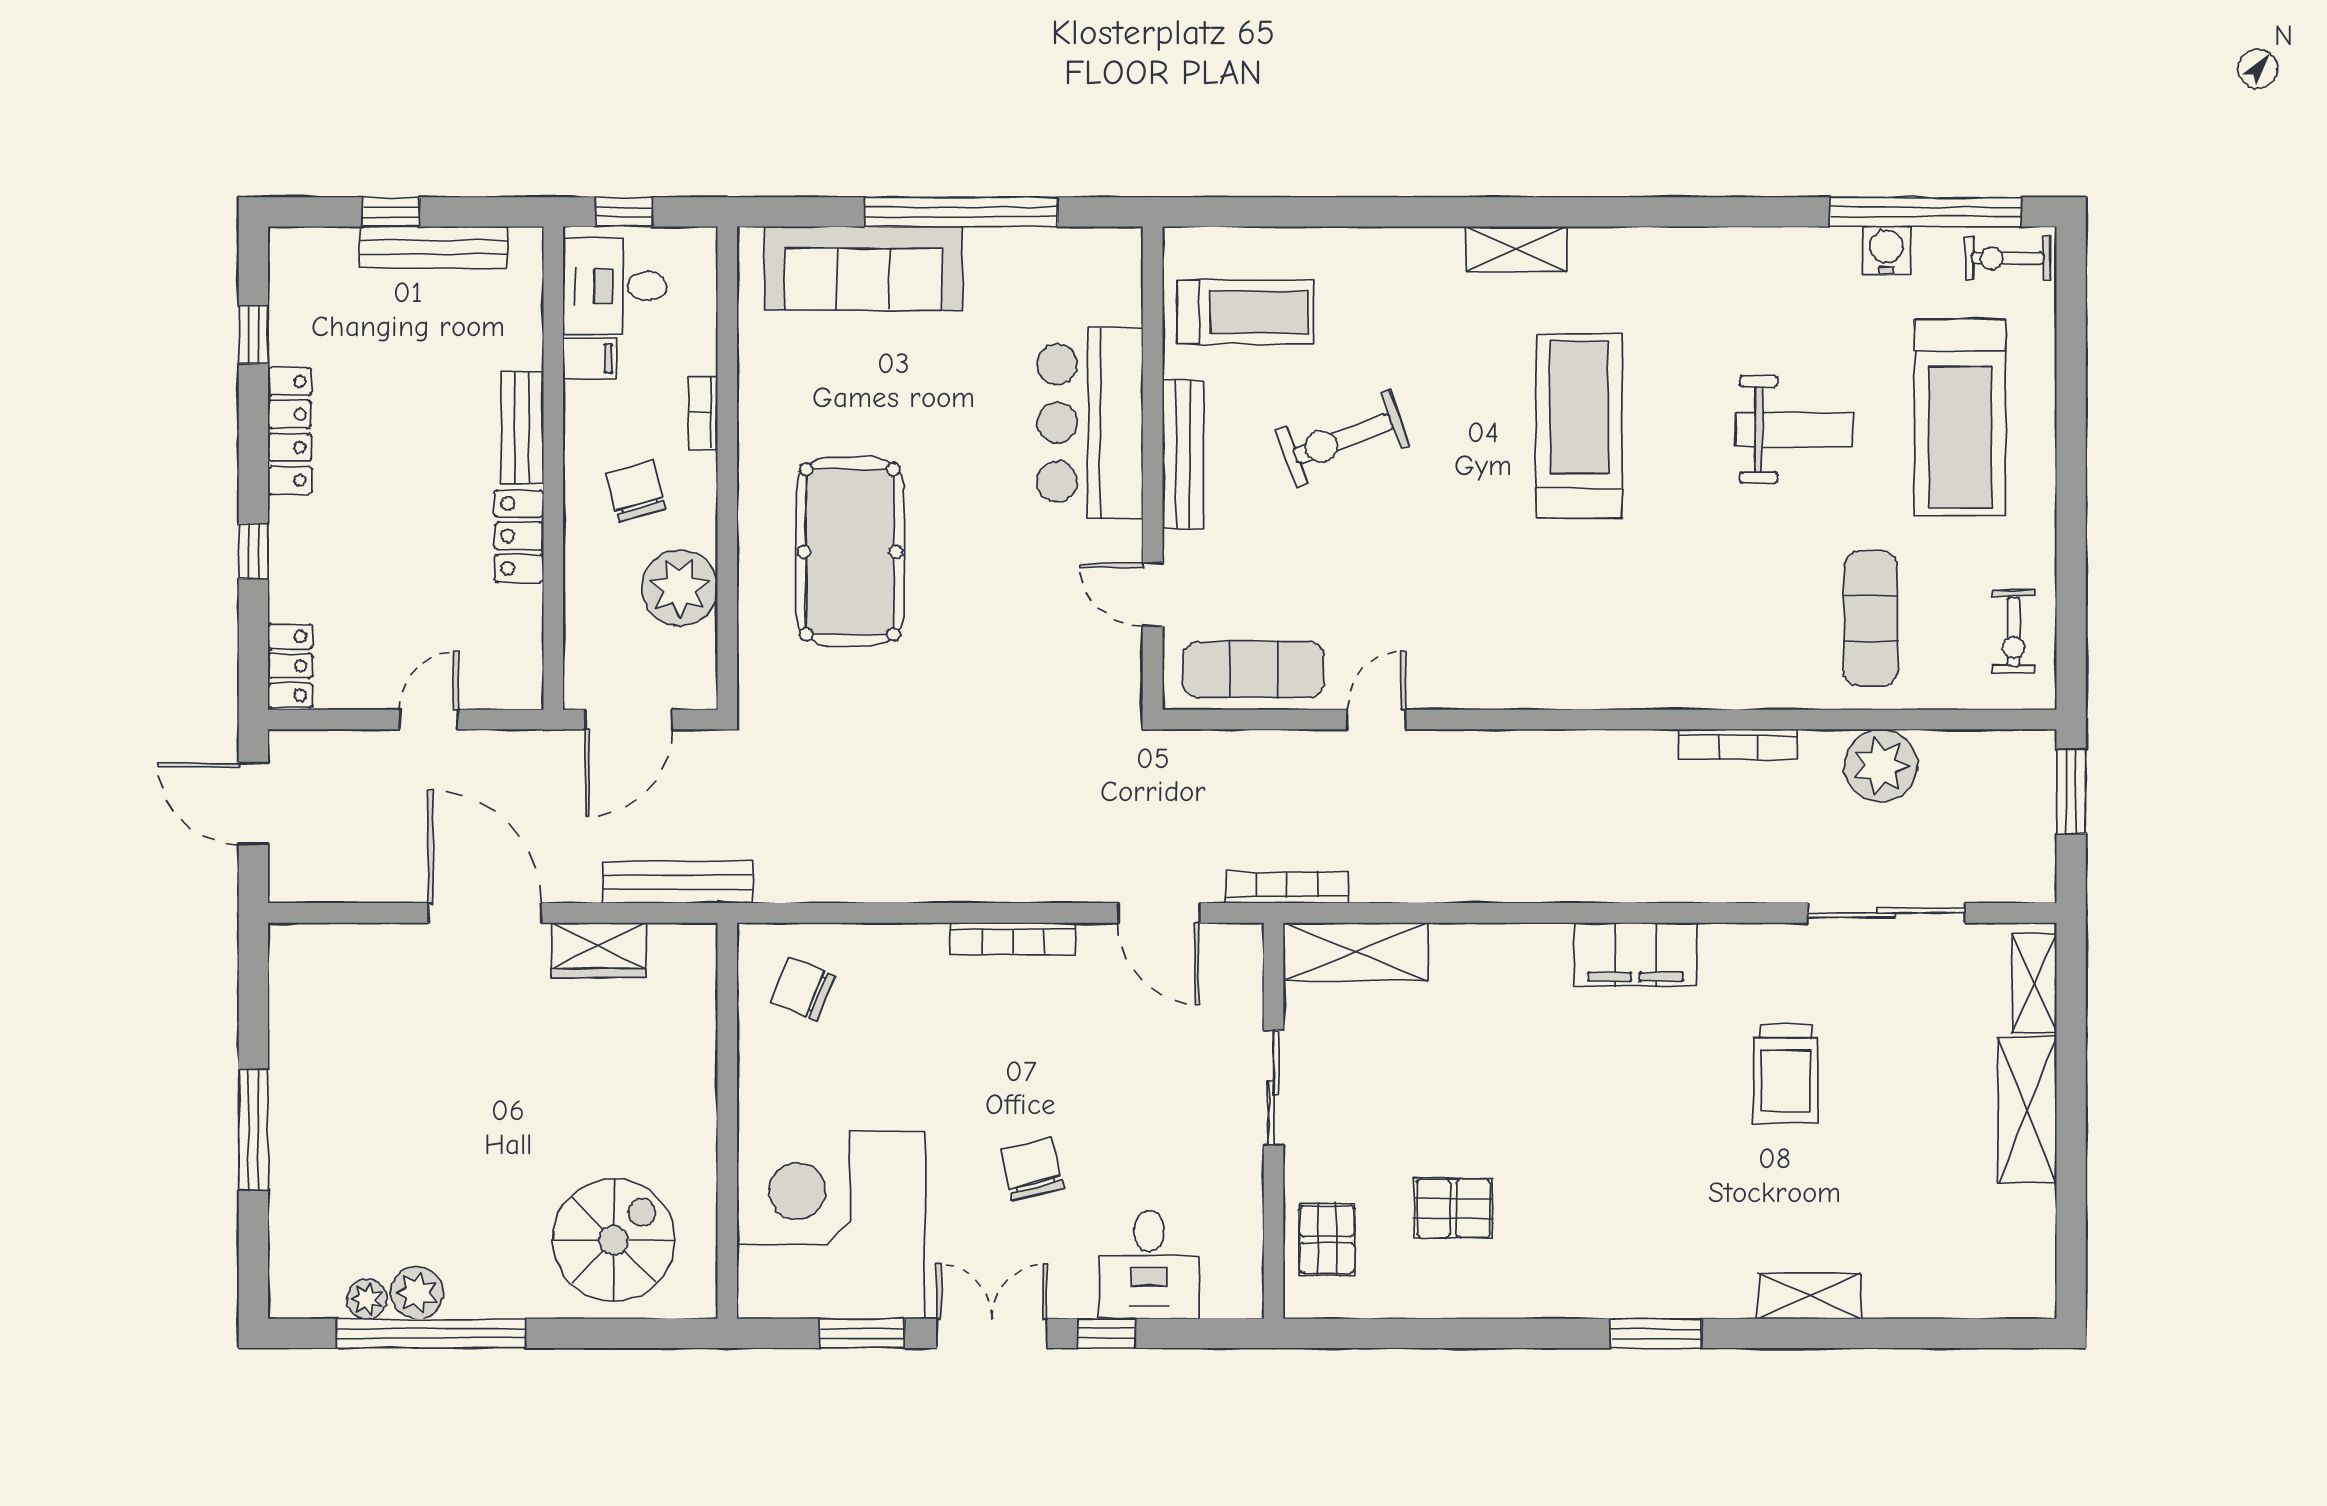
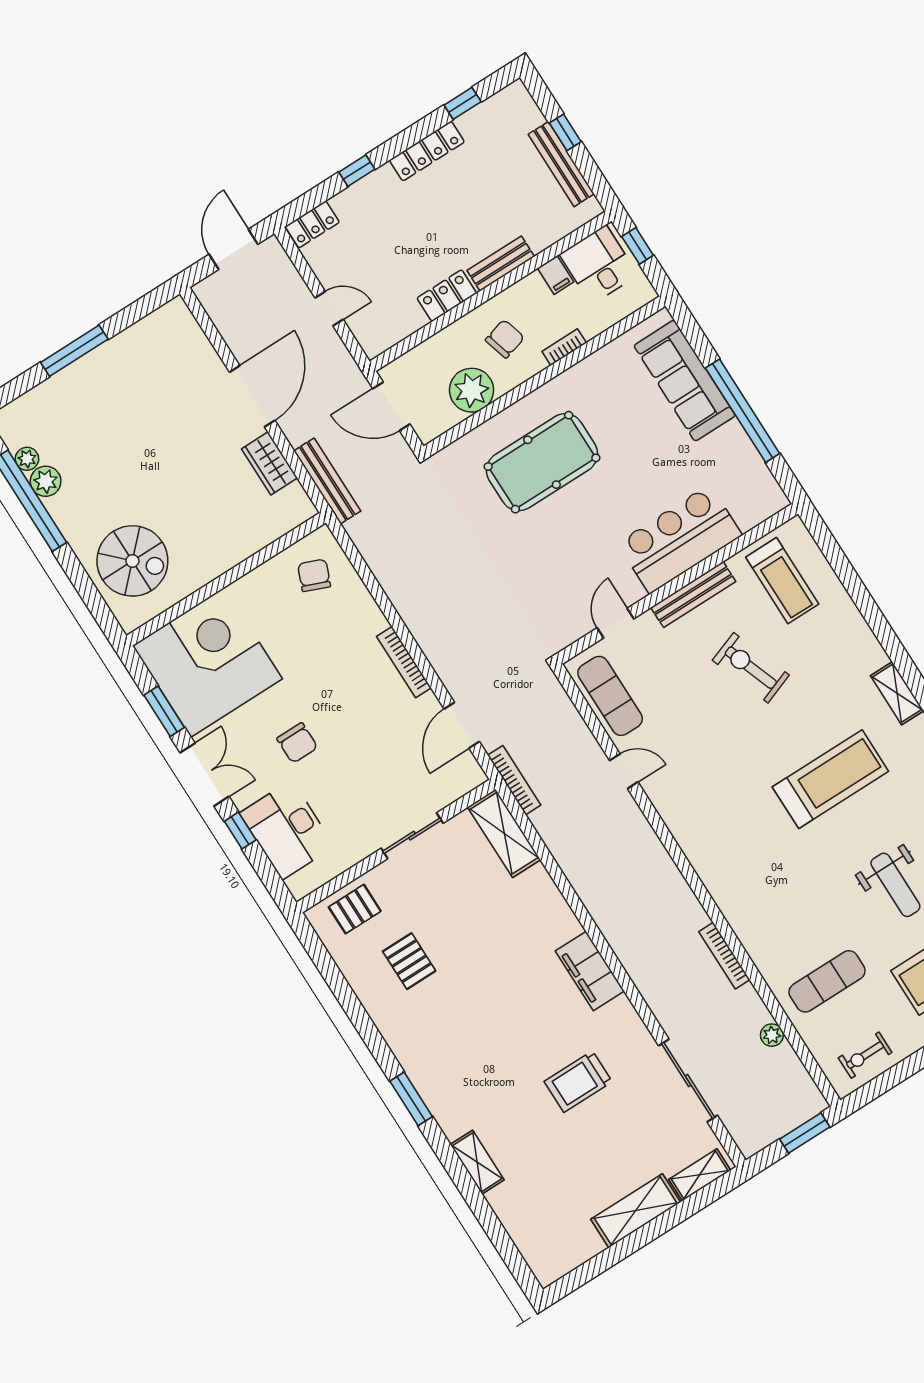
plant: (1881, 766) -> (772, 1035), width x0.53, depth x0.53
chair: (1032, 1169) -> (297, 743), turned 104
desk: (1149, 1265) -> (287, 830), width x1.37

